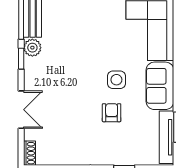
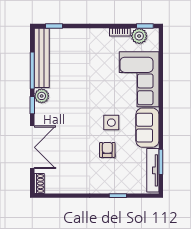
double door: (21, 110) -> (32, 147), width x1.37

